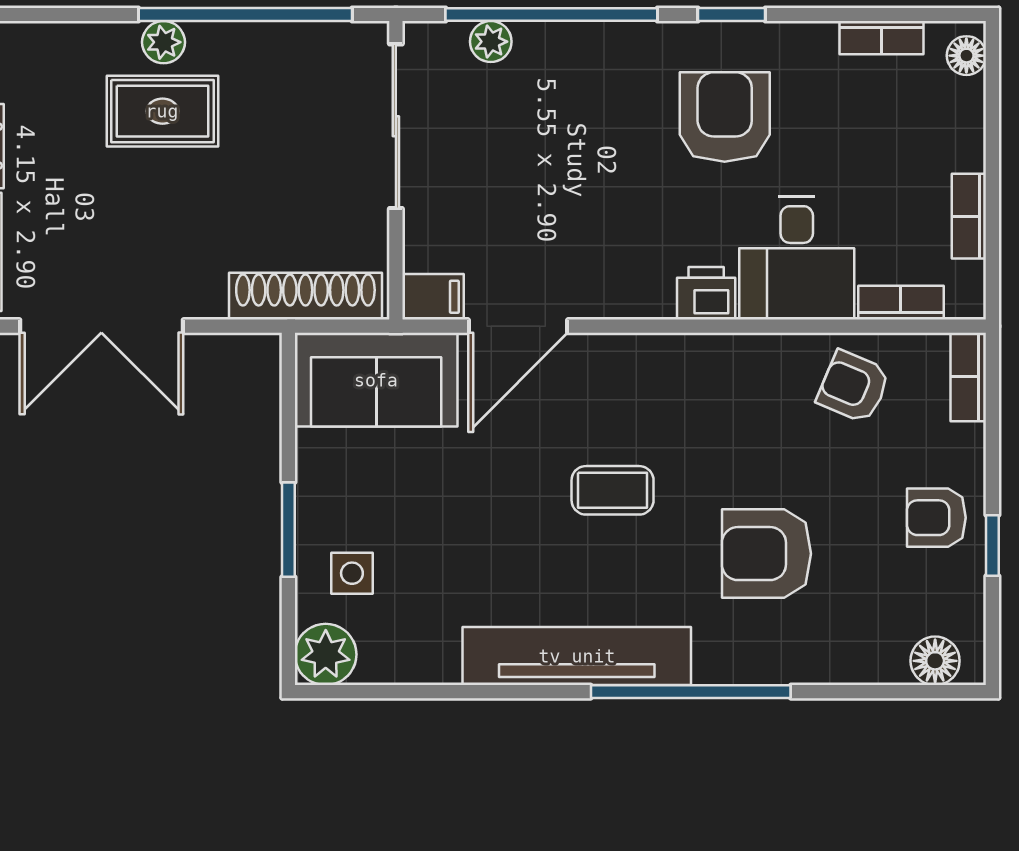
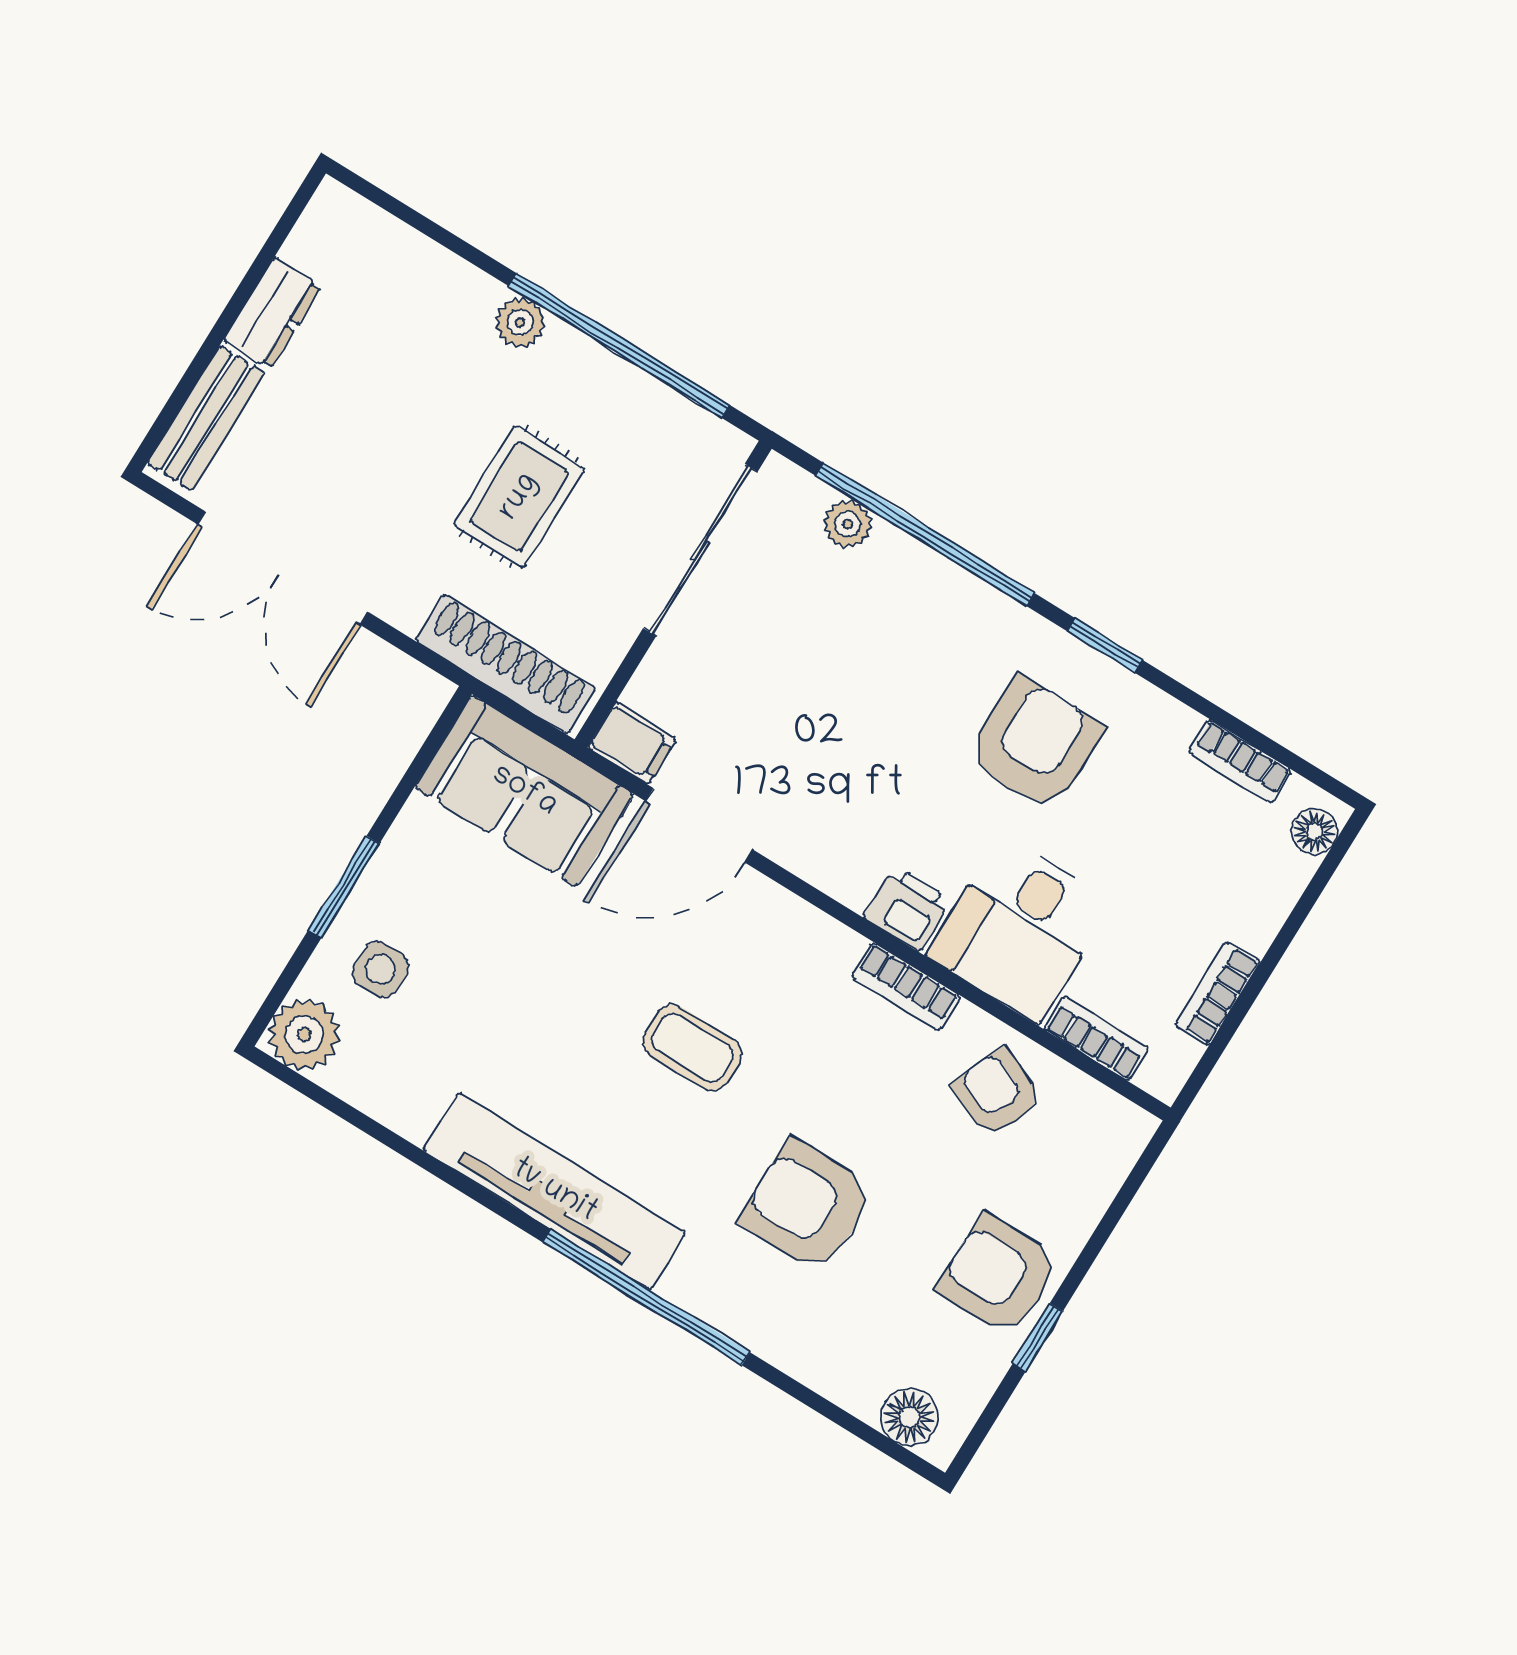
rug: (162, 111) -> (519, 497), moved, turned 90
bookcase: (968, 377) -> (906, 986), moved, turned -90
armchair: (936, 518) -> (999, 1275), width x1.38, depth x1.38

